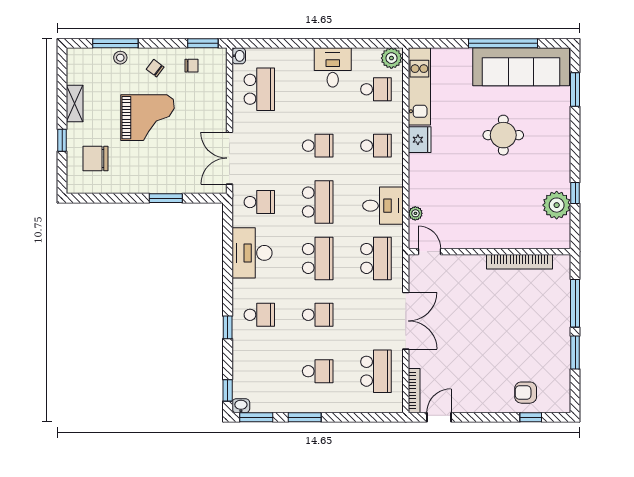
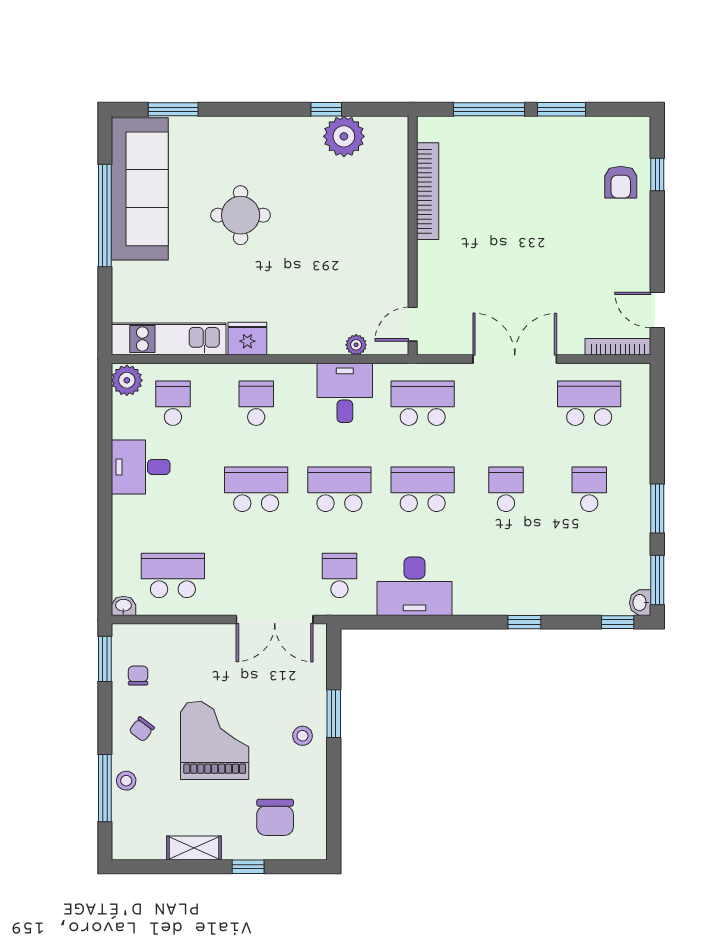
school desk: (318, 146) -> (256, 489), width x1.85
stool: (151, 177) -> (302, 736), added
school desk: (259, 315) -> (506, 575), removed

